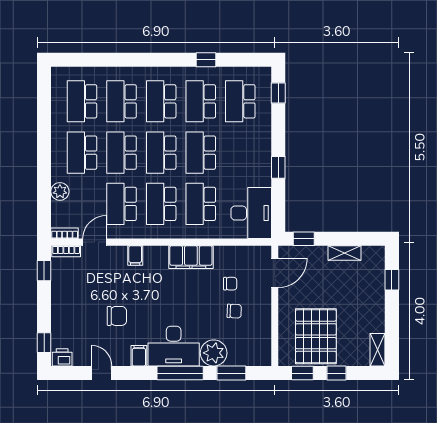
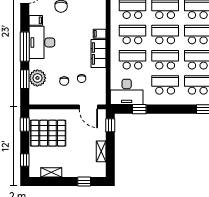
school desk: (240, 153) -> (165, 85), added
window: (278, 167) -> (139, 109), moved
filing cabinet: (135, 255) -> (100, 34), moved
shelving: (378, 350) -> (51, 172), moved
plant: (214, 353) -> (37, 78), moved
window: (337, 373) -> (25, 160), moved

